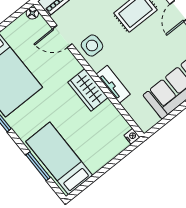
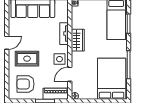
door: (62, 36) -> (70, 74), swing flipped

